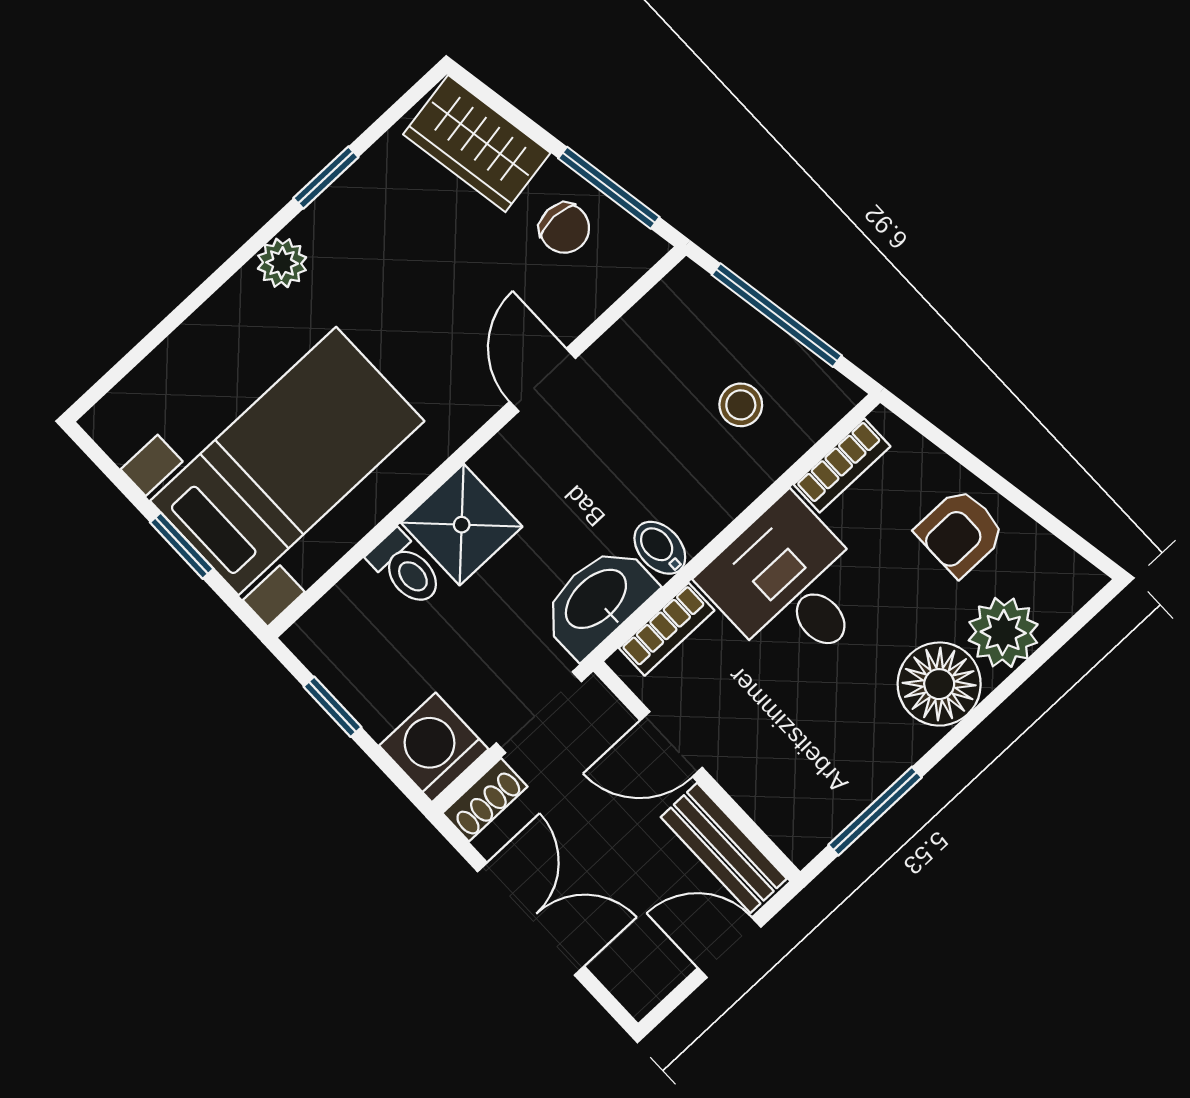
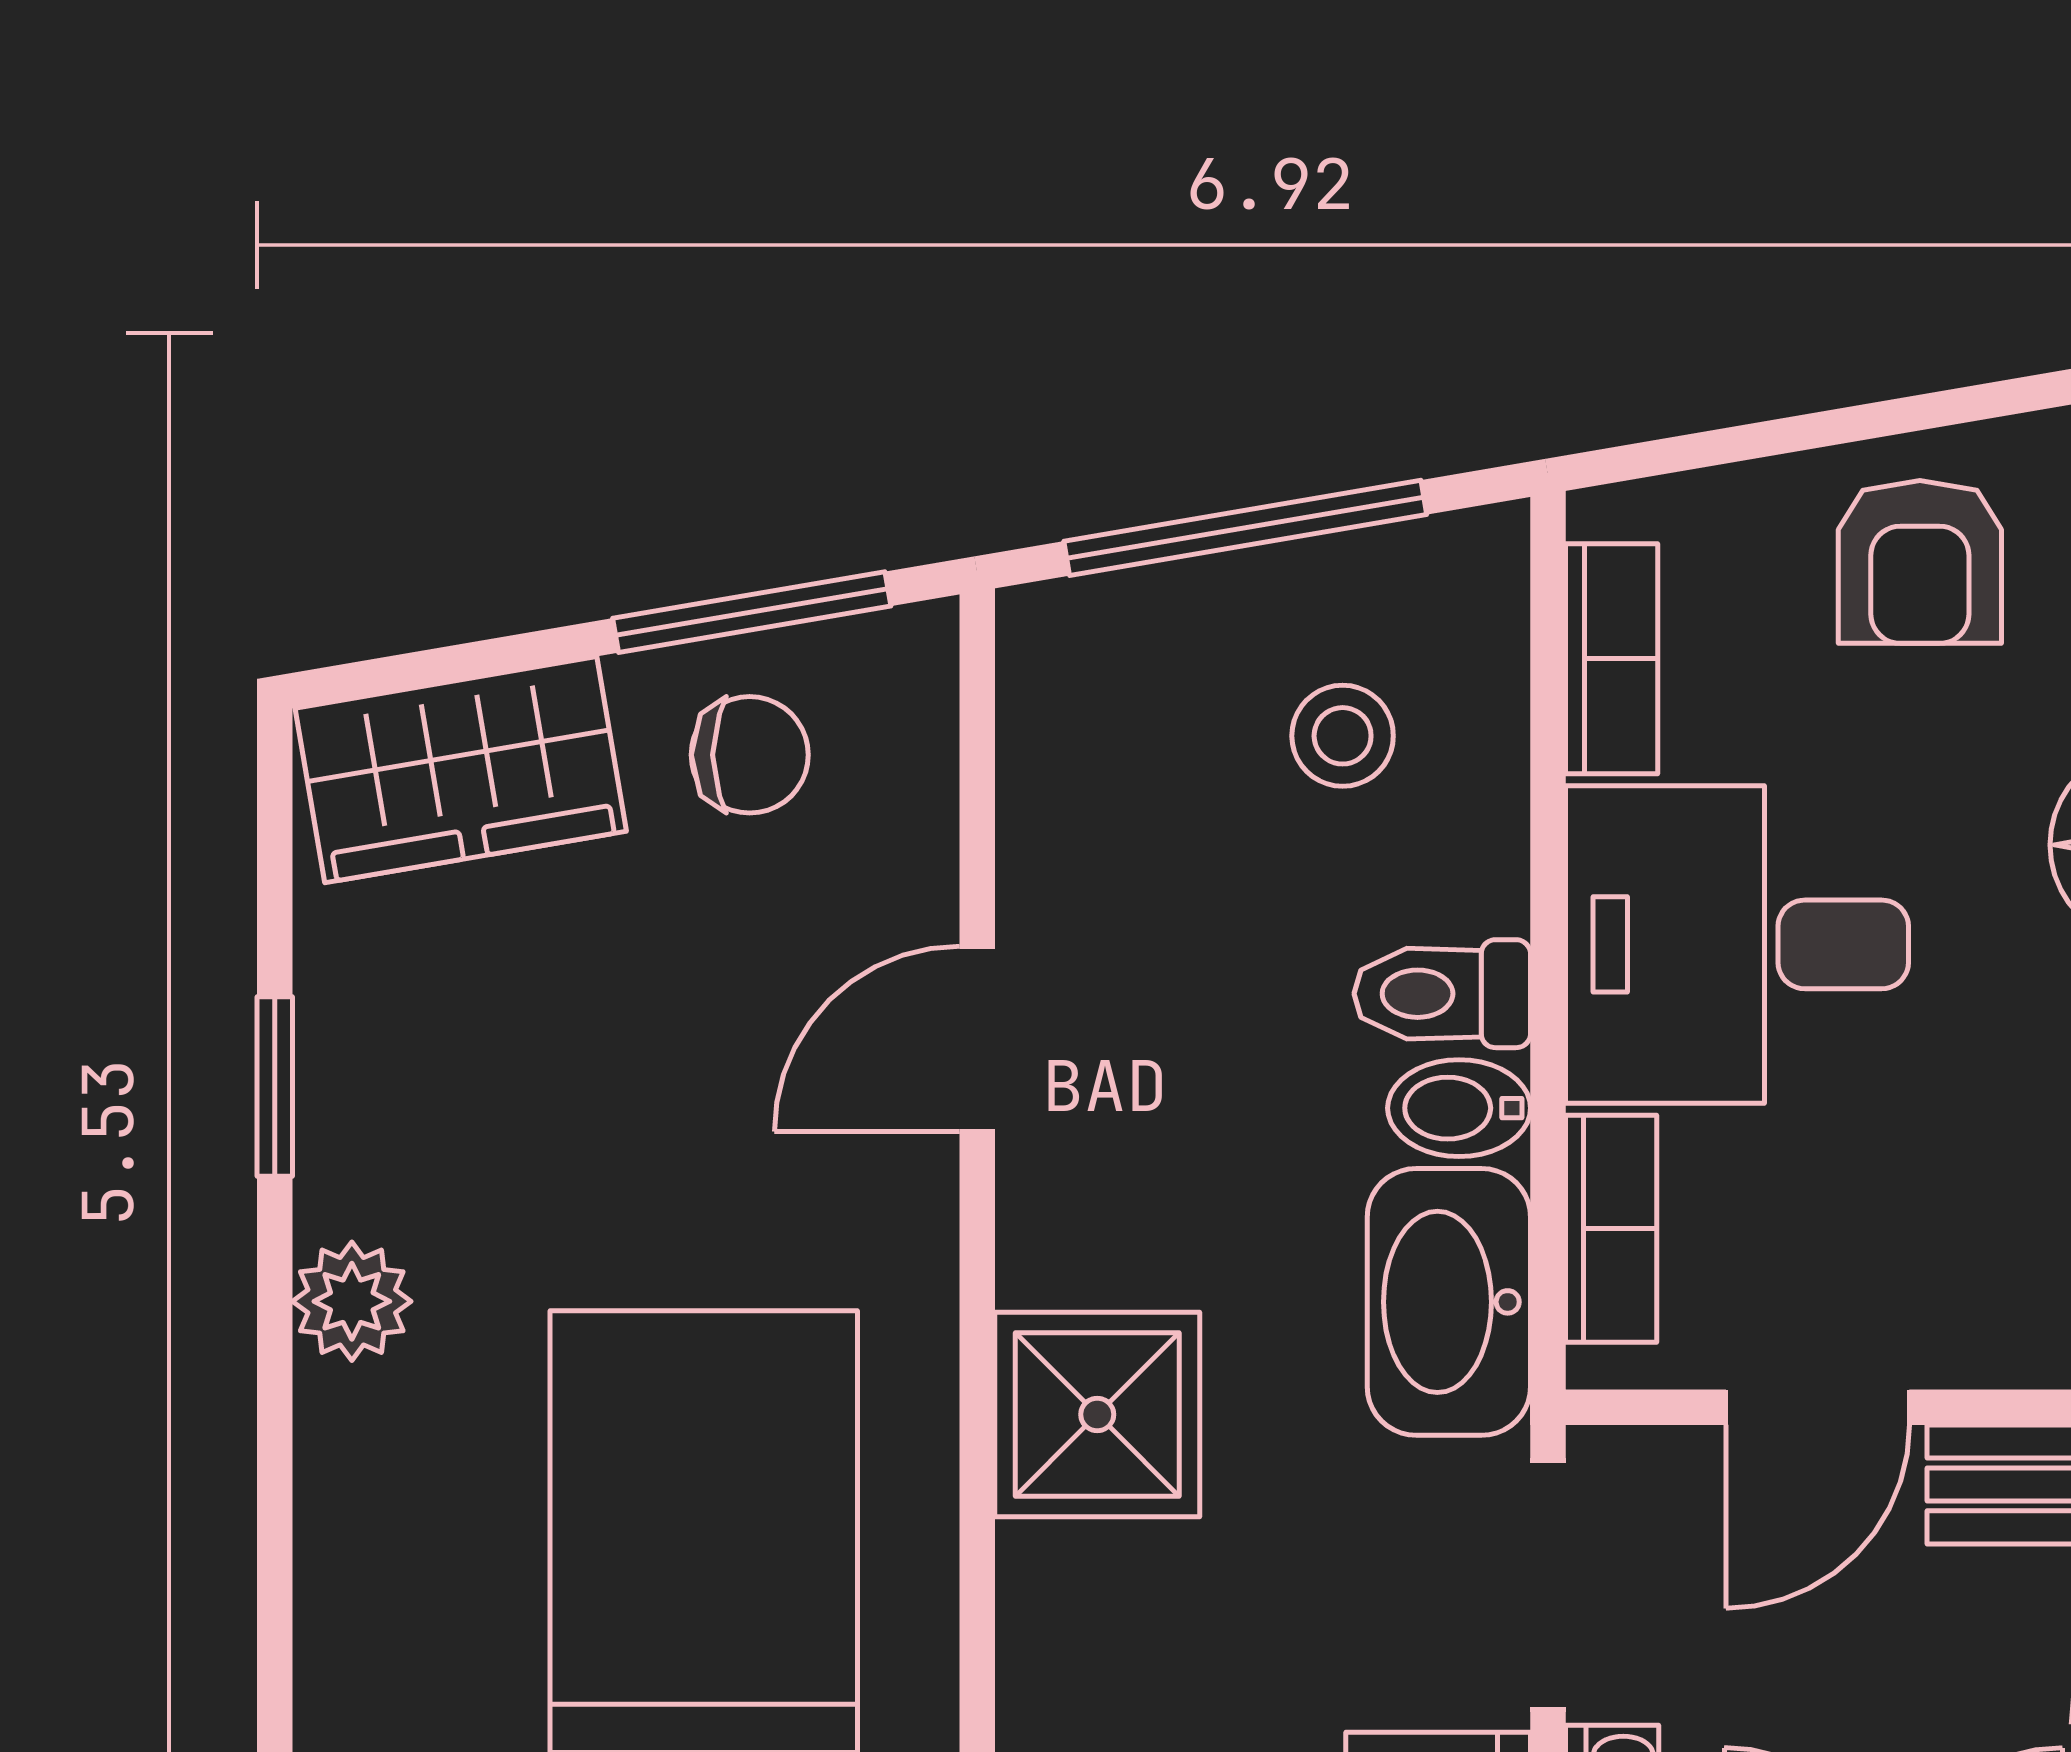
door: (543, 380) -> (977, 1039), hinge flipped
toilet: (406, 569) -> (1442, 994), moved, turned 180

